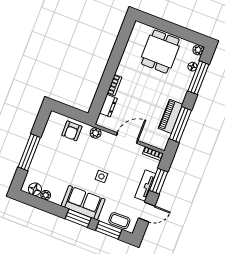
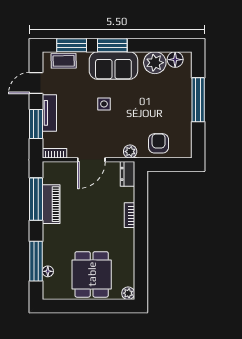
plant: (198, 50) -> (128, 293), moved
dresser: (108, 106) -> (127, 174), moved
plant: (46, 195) -> (155, 63), width x1.88, depth x1.88

